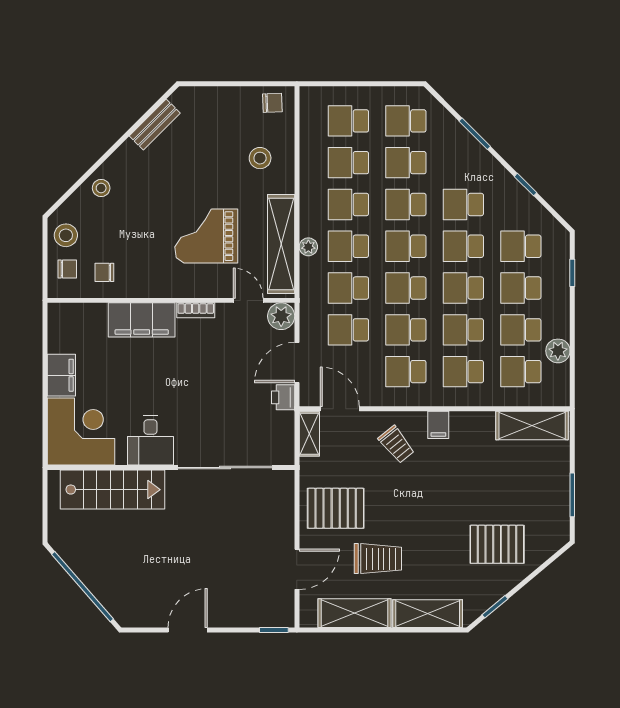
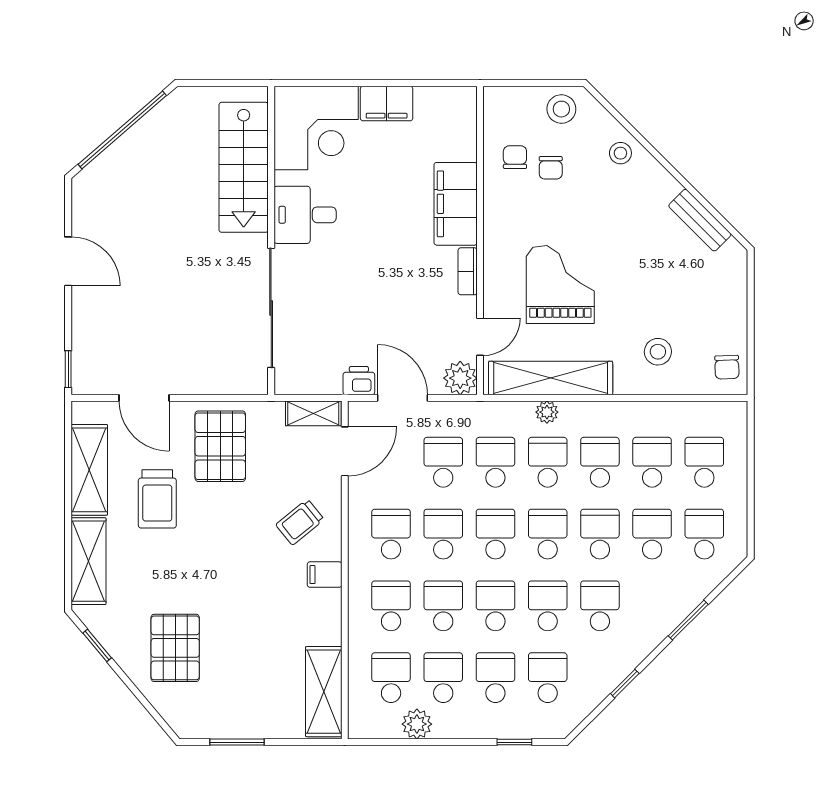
chair: (67, 269) -> (551, 168), moved

